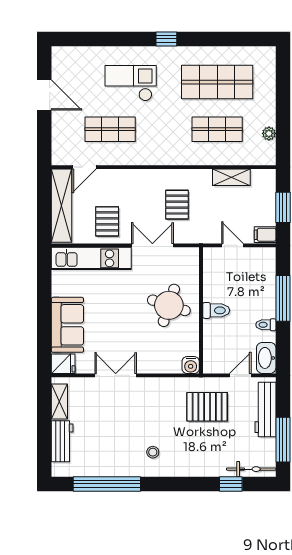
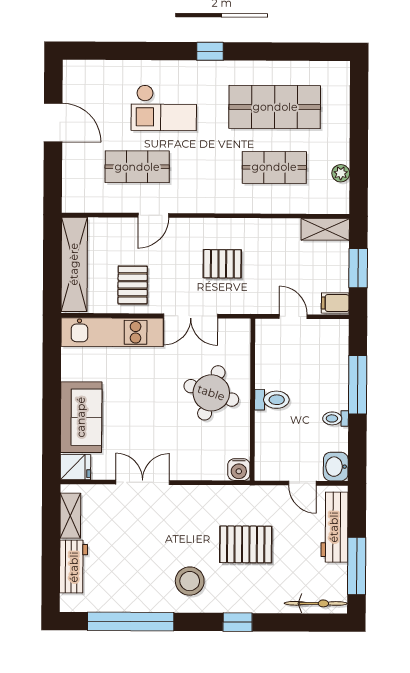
checkout: (131, 83) -> (164, 108), turned 180
door: (84, 167) -> (153, 215), moved
shelving: (231, 177) -> (325, 229), moved
pallet: (177, 205) -> (222, 264), turned 90
double door: (152, 245) -> (191, 316), swing flipped
washbasin: (266, 358) -> (336, 467), width x0.72
door: (240, 375) -> (302, 483), swing flipped
pallet: (207, 407) -> (246, 544), moved
stool: (153, 452) -> (190, 581), width x1.89, depth x1.89
window: (231, 484) -> (238, 622), moved

